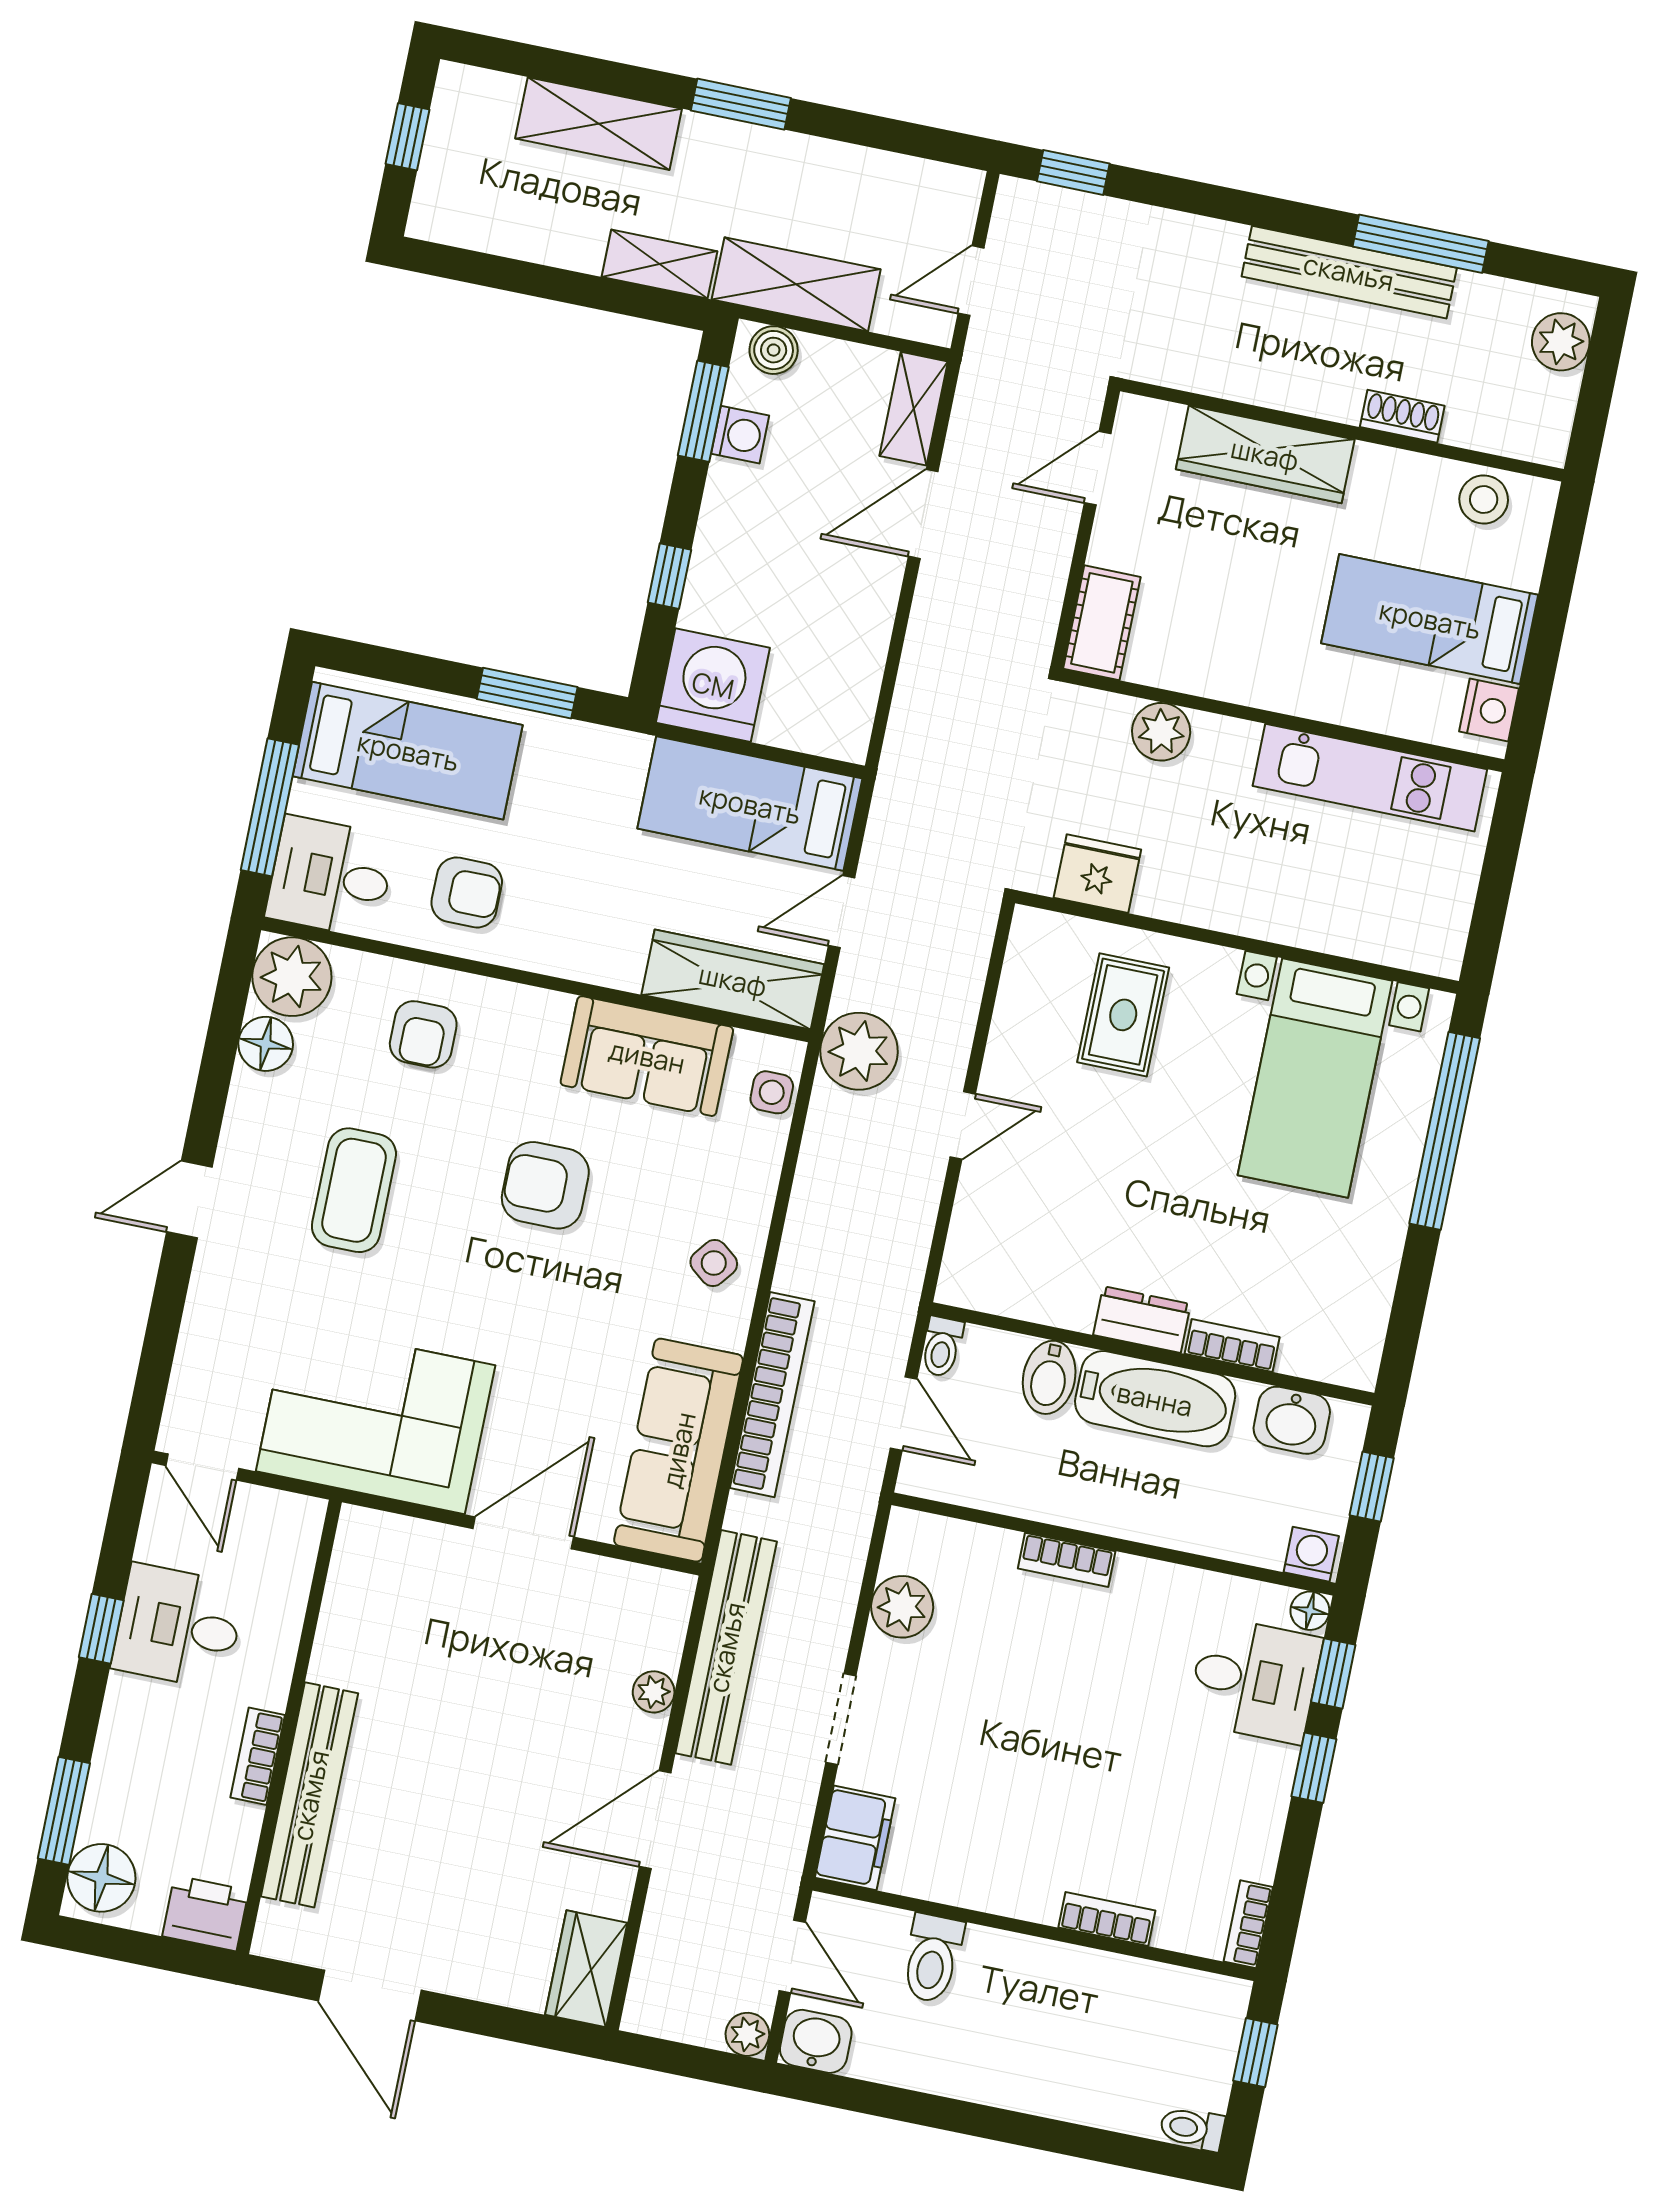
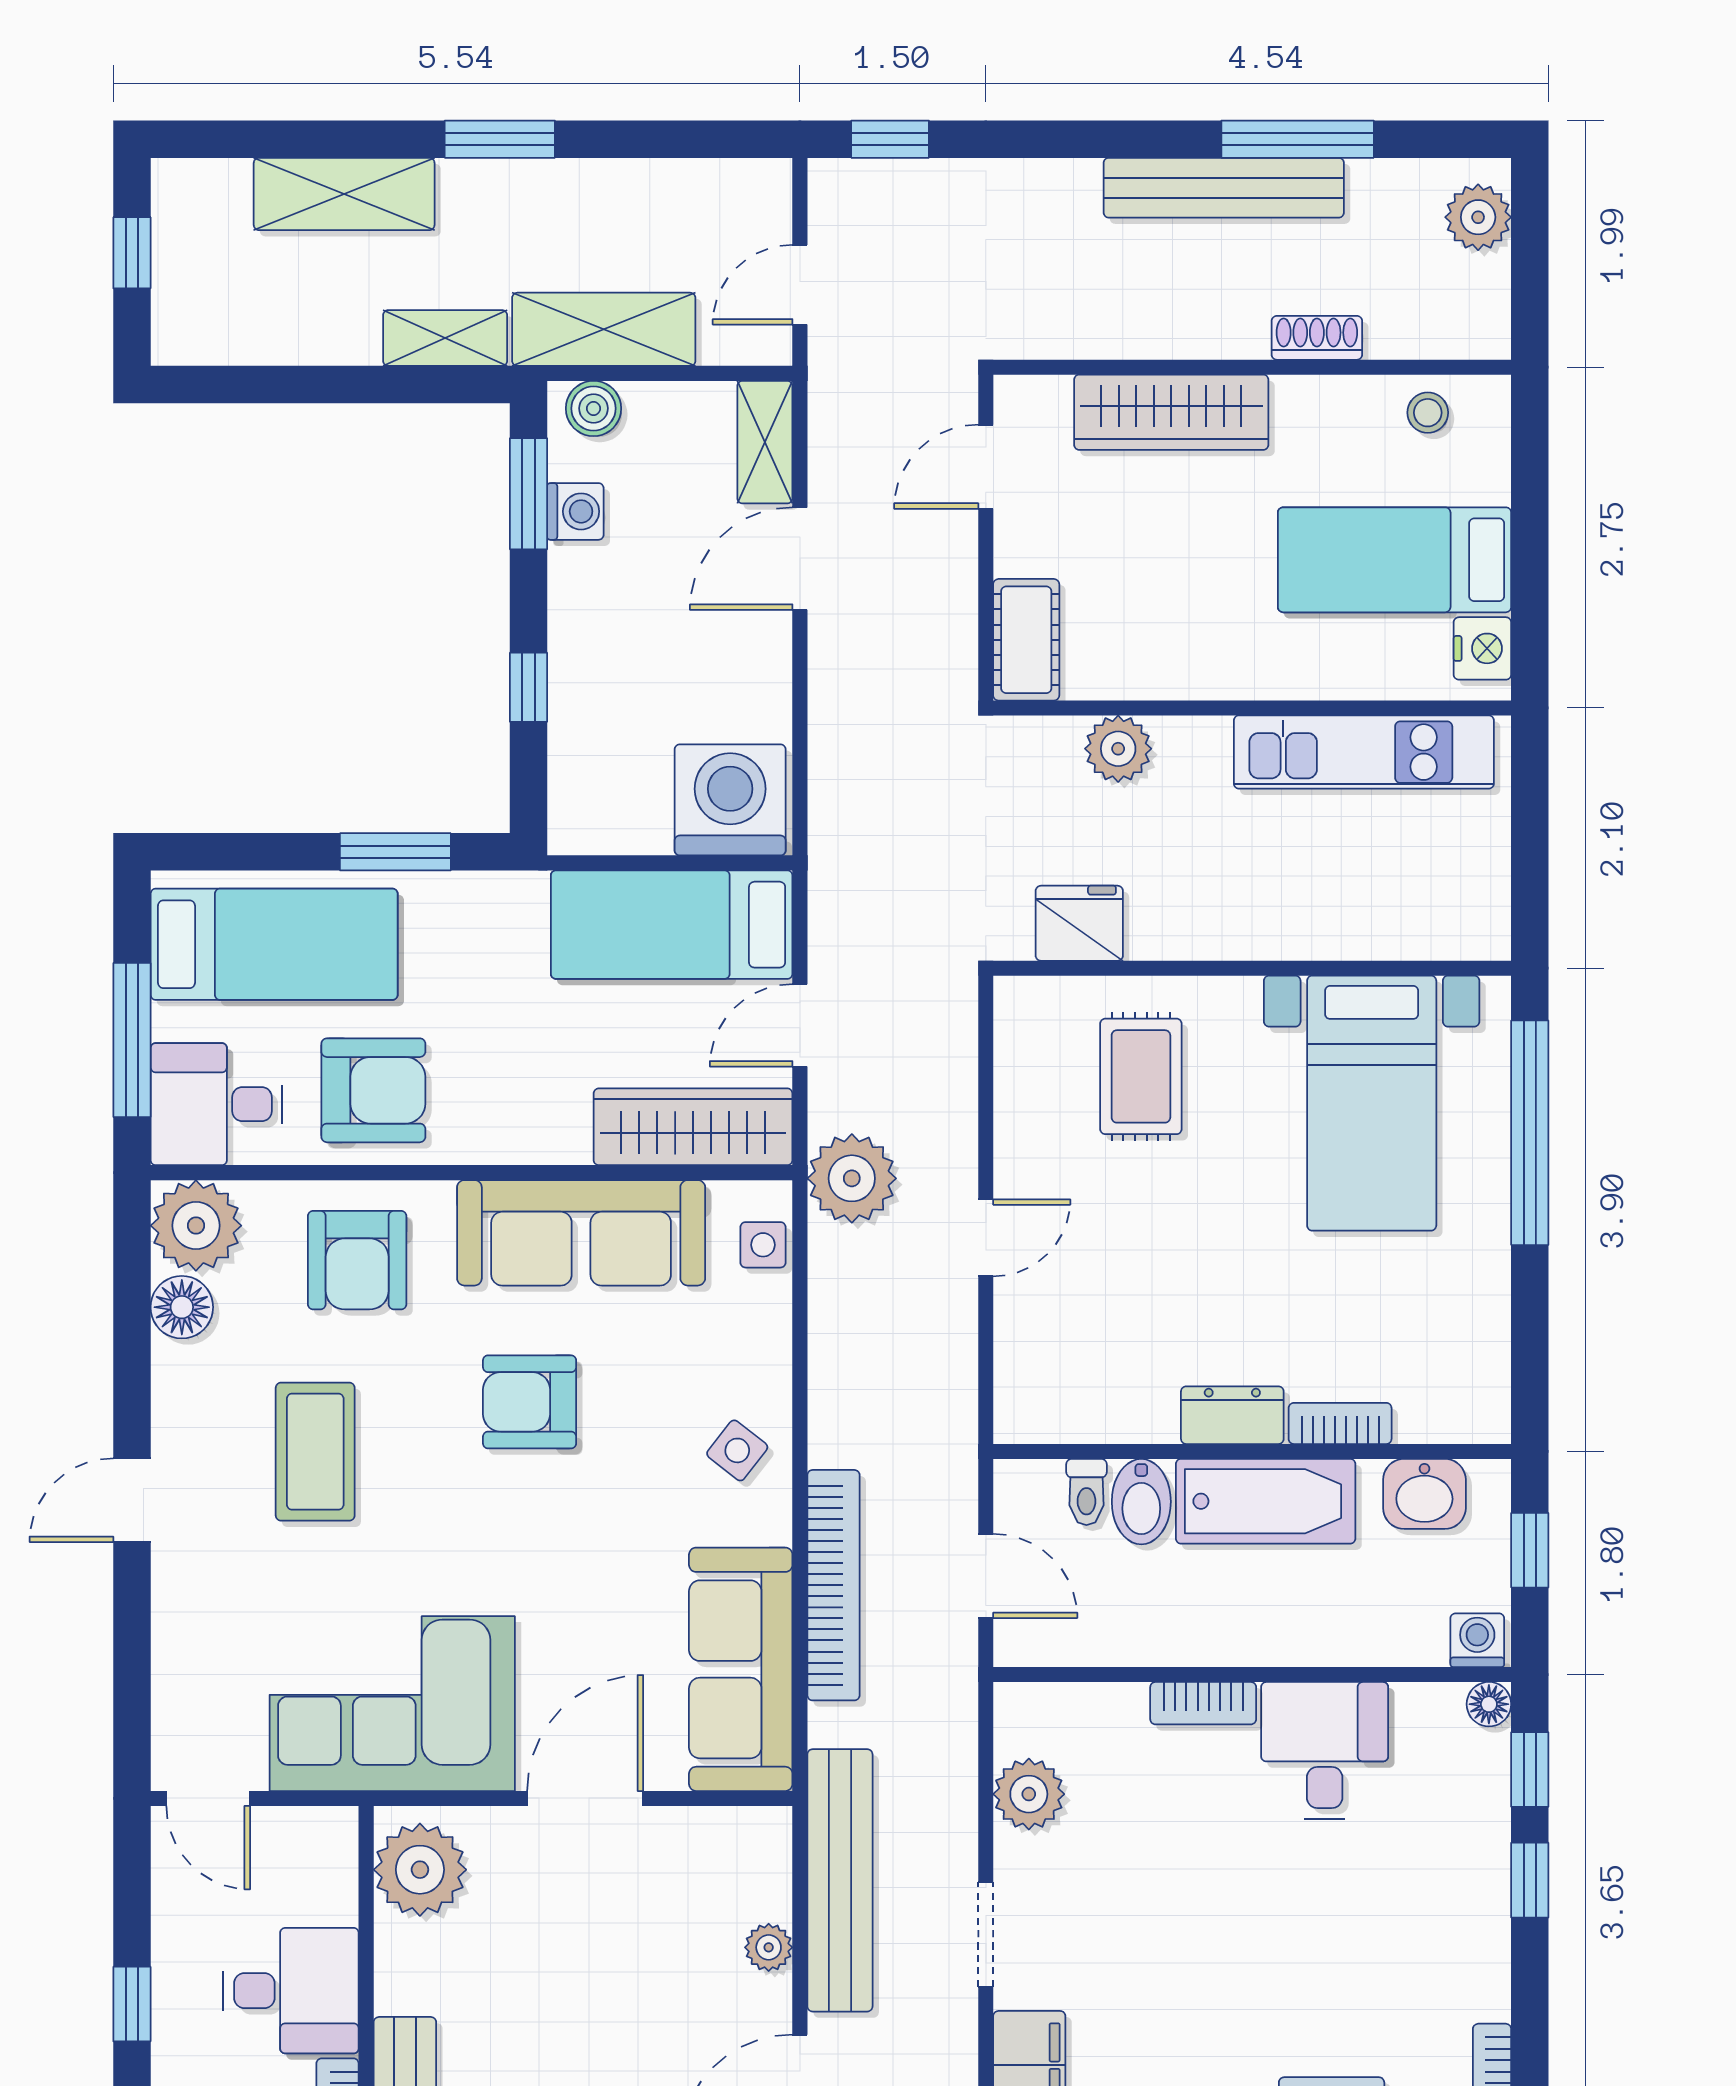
stool: (1484, 500) -> (1428, 413), width x0.73, depth x0.73
washing machine: (713, 685) -> (730, 800), moved
armchair: (467, 892) -> (373, 1090), width x1.38, depth x1.38
armchair: (423, 1034) -> (357, 1260), width x1.38, depth x1.38
sofa: (647, 1056) -> (581, 1233), width x1.36
toilet: (942, 1347) -> (1086, 1492), moved
plant: (370, 1565) -> (420, 1870), added
desk: (178, 1627) -> (291, 1991), moved, turned 180
desk: (1255, 1680) -> (1325, 1750), moved, turned -90

